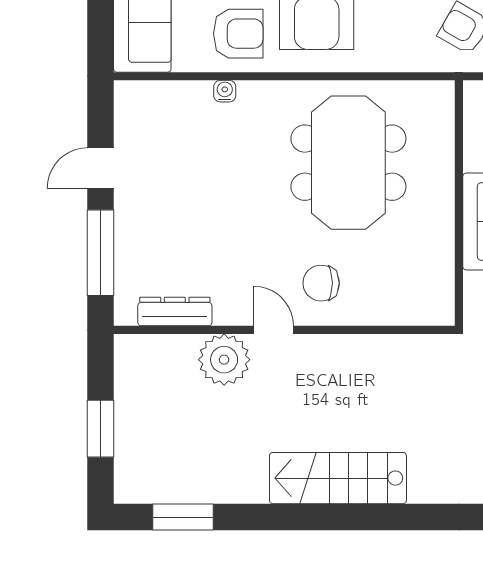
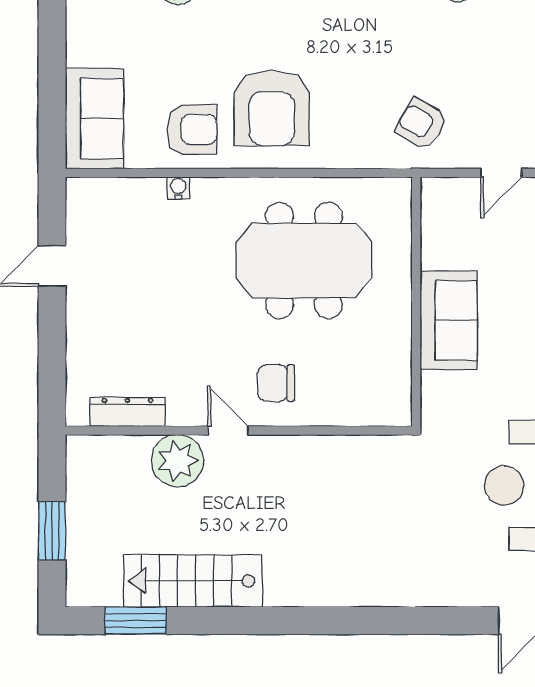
meeting table: (348, 163) -> (304, 261), turned 90
window: (101, 253) -> (52, 352), removed
stairs: (338, 478) -> (193, 581), moved

